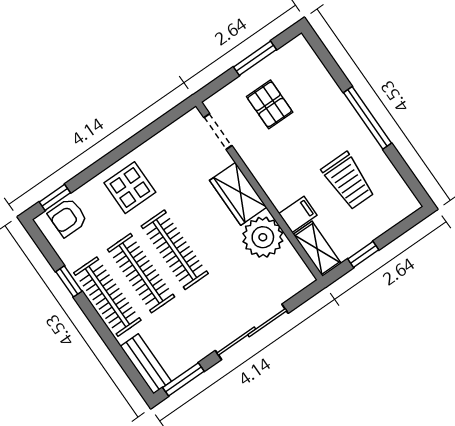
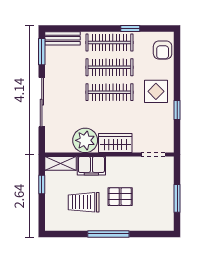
pallet: (270, 104) -> (120, 197), moved
window: (55, 197) -> (177, 110), moved
filing cabinet: (298, 214) -> (91, 166), width x2.00
armchair: (68, 217) -> (163, 50), turned 180

